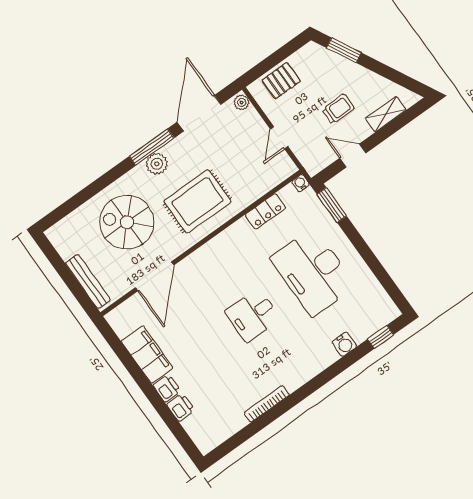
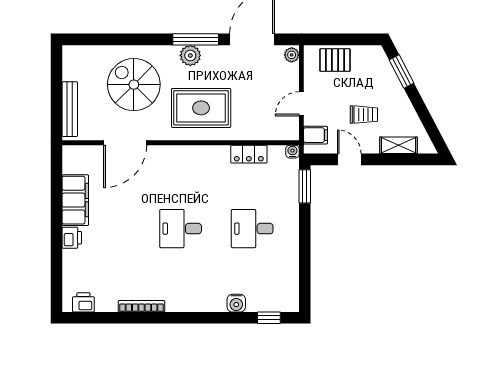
filing cabinet: (310, 155) -> (316, 135), added
desk: (313, 272) -> (252, 229), width x0.53, depth x0.77
printer: (181, 407) -> (83, 302), moved, turned -90

